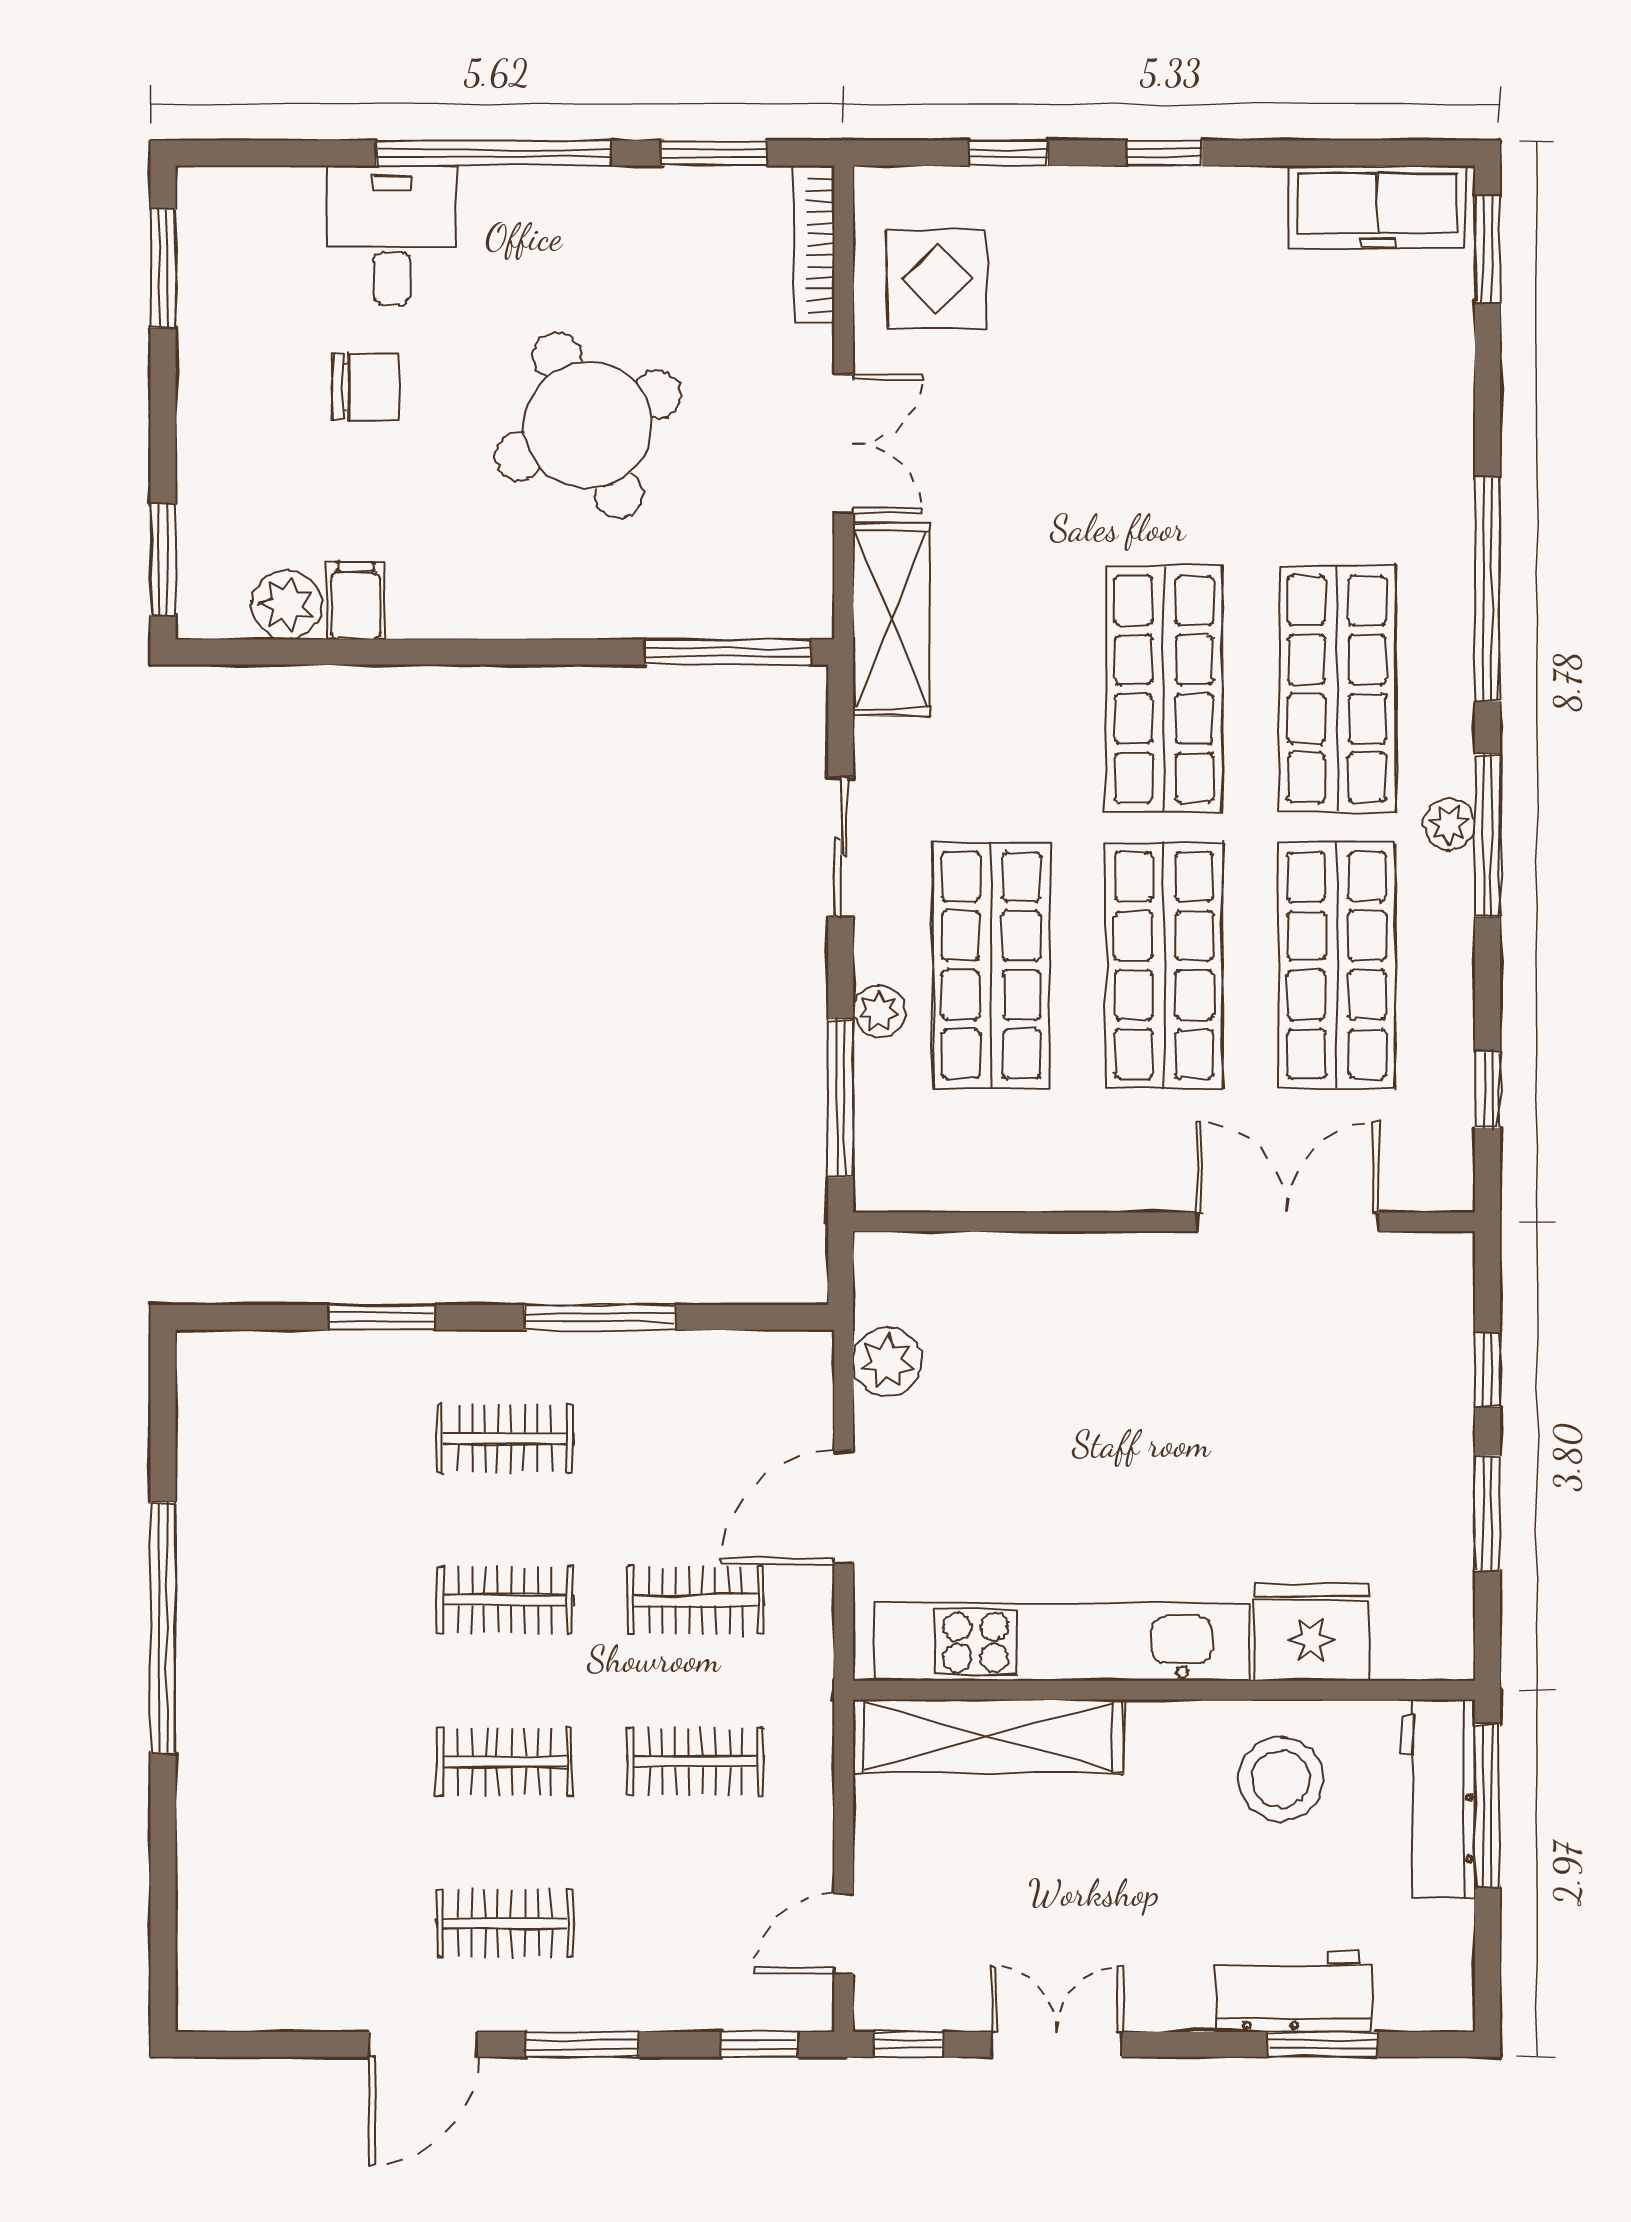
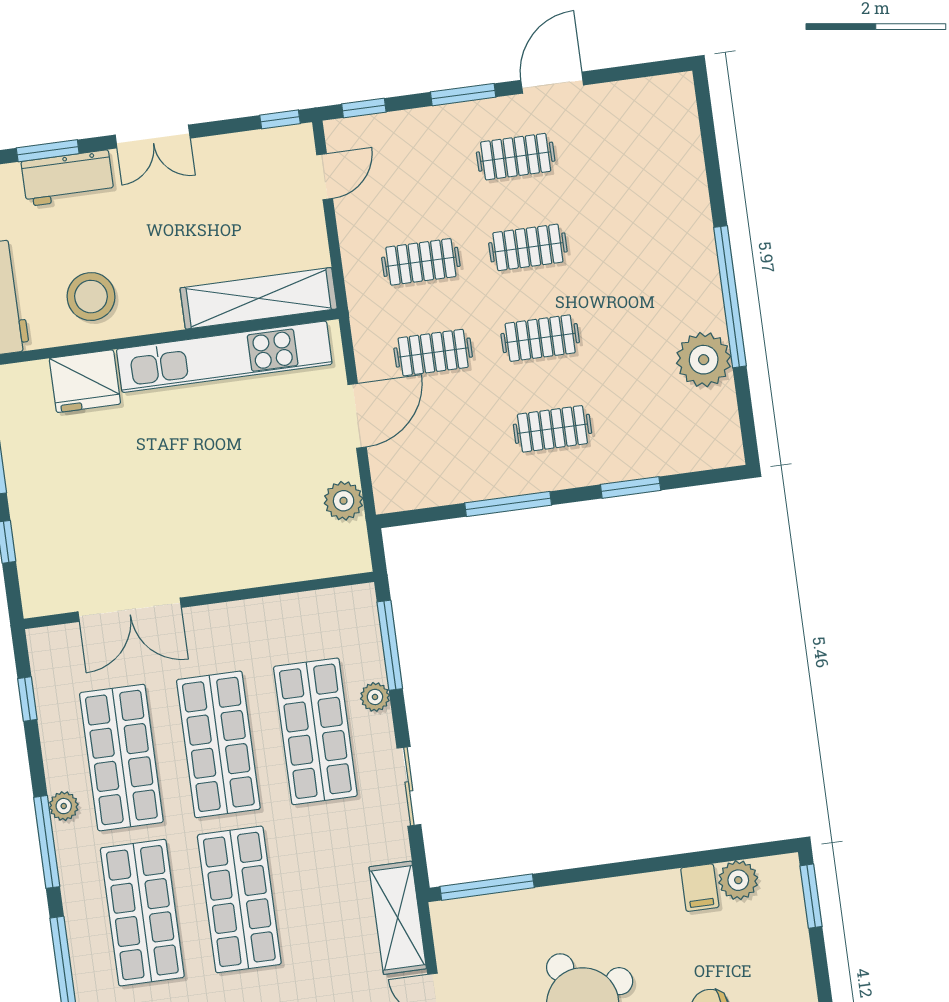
plant: (1449, 825) -> (64, 806), moved
plant: (224, 1524) -> (704, 360), added
double door: (1057, 2044) -> (153, 137), moved

